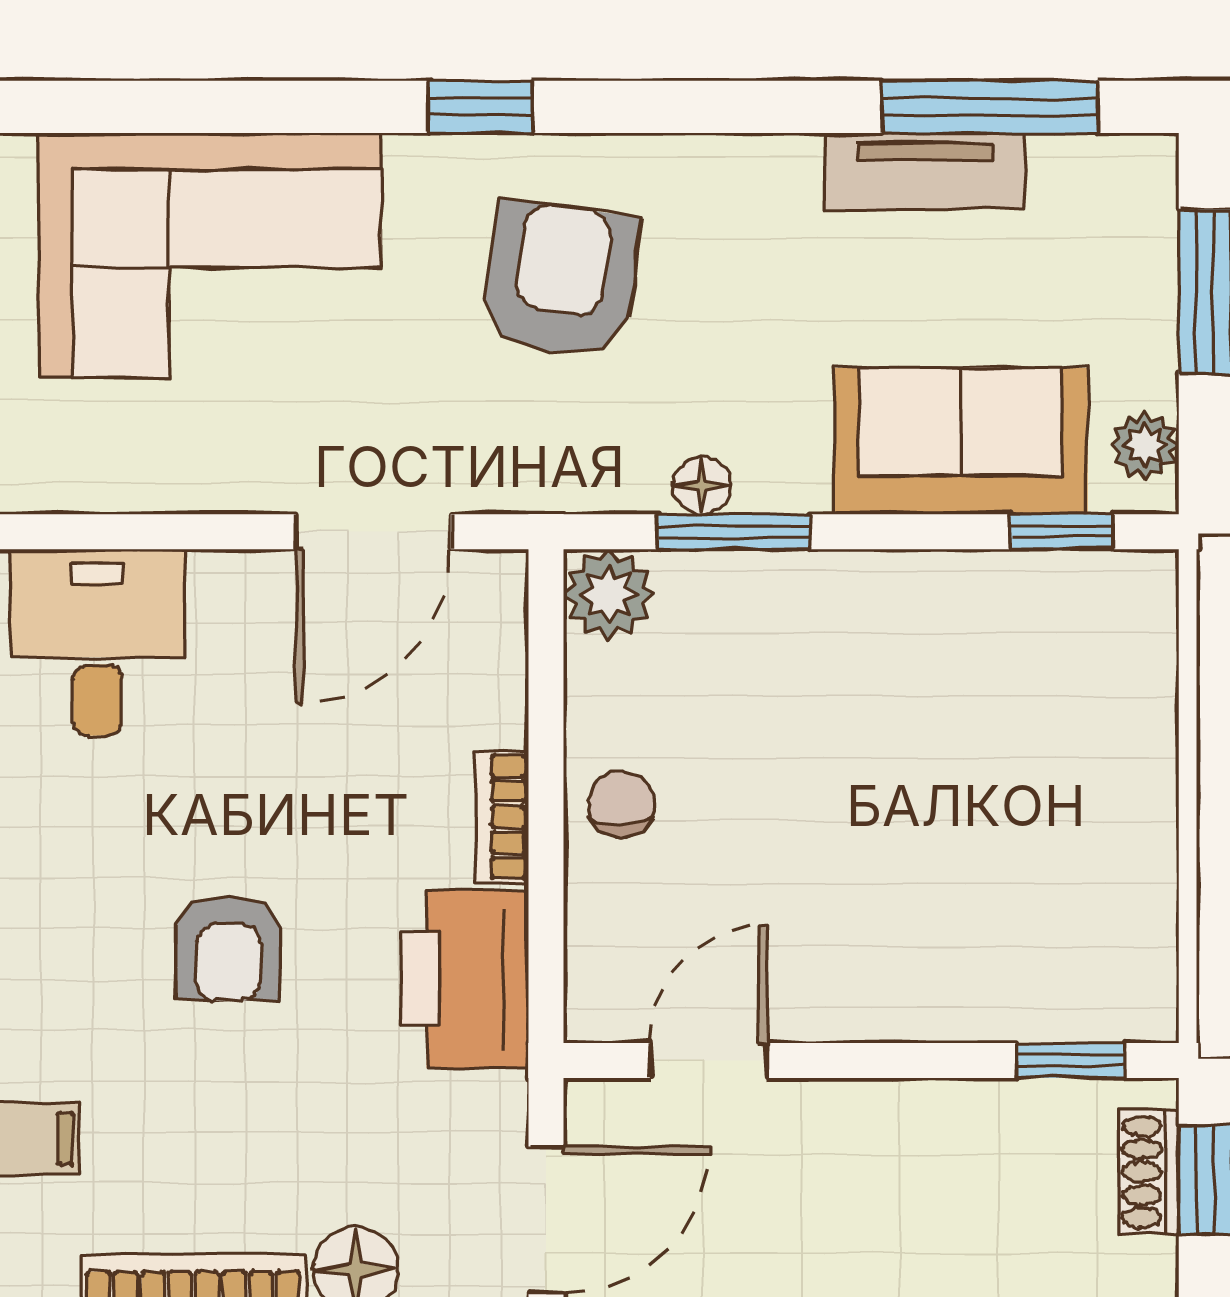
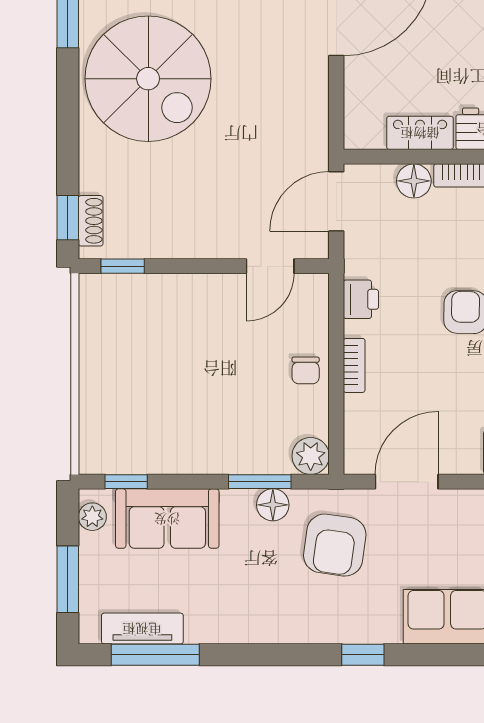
tv unit: (925, 171) -> (142, 629), moved
armchair: (561, 280) -> (335, 545), moved
floor lamp: (702, 485) -> (273, 505), width x1.37, depth x1.37
printer: (465, 979) -> (361, 299), width x0.53, depth x0.68

